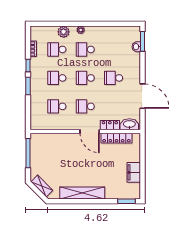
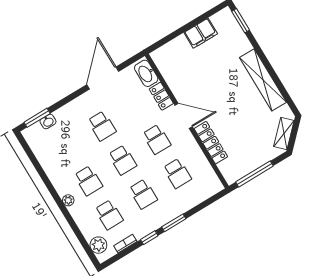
plant: (64, 32) -> (98, 245), moved
door: (90, 131) -> (184, 116), hinge flipped
locker: (116, 138) -> (211, 143), moved

